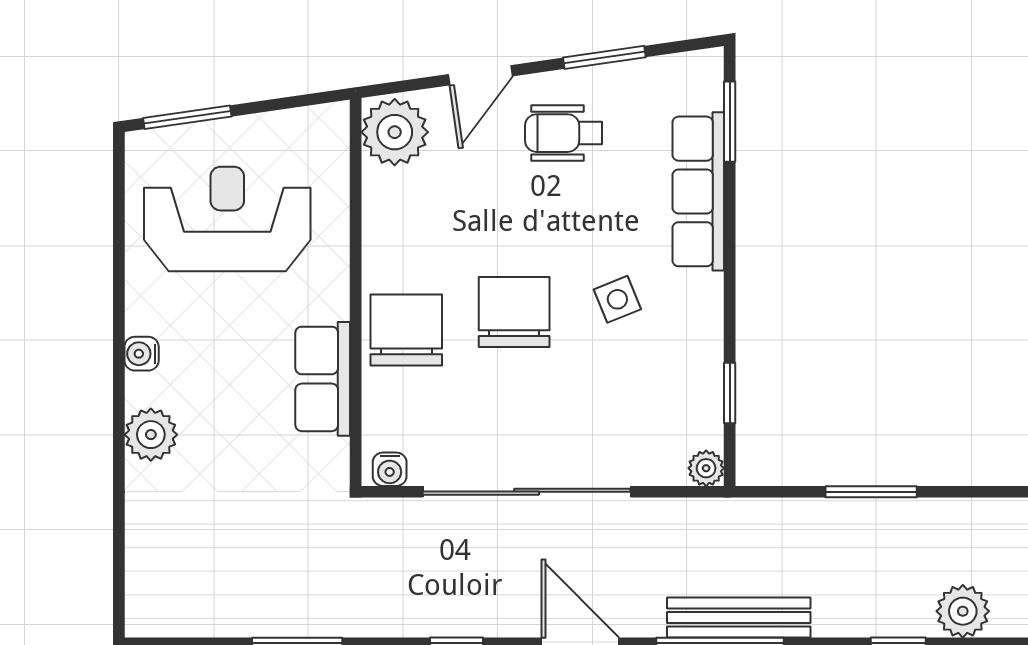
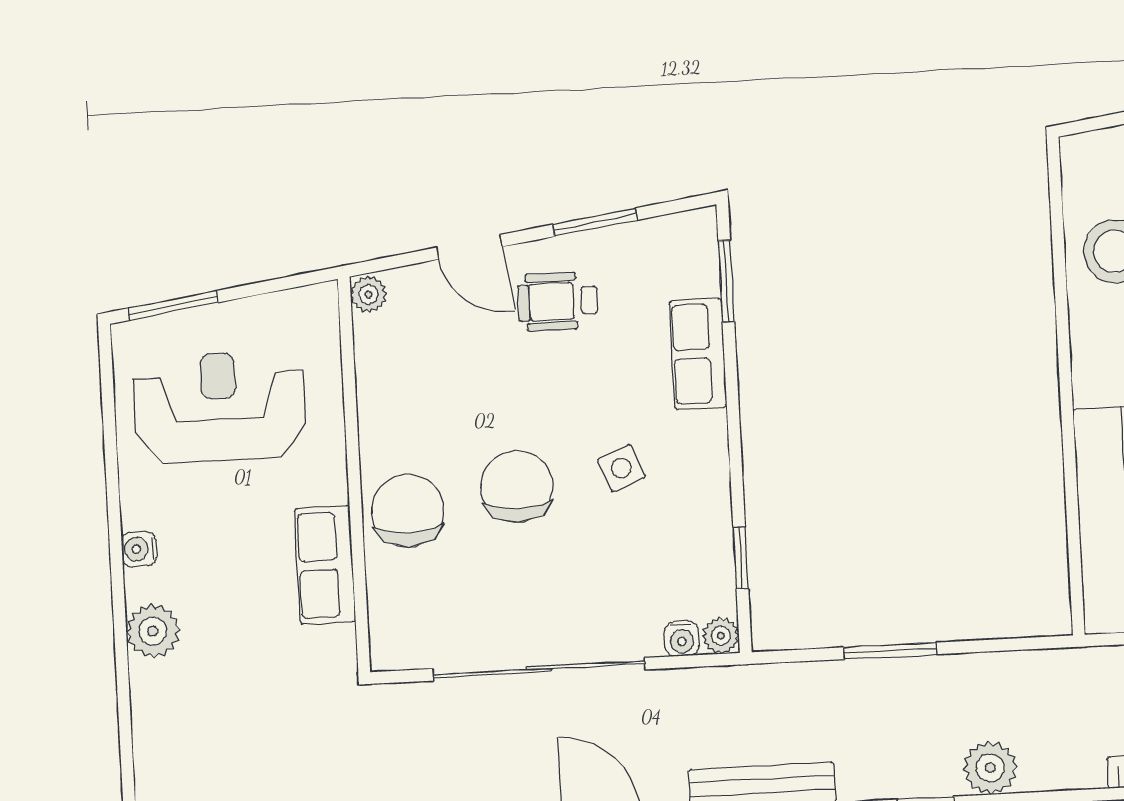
door: (480, 75) -> (470, 247), hinge flipped
plant: (395, 132) -> (369, 295), width x0.53, depth x0.53
row of seats: (698, 191) -> (698, 354), width x0.68
water cooler: (390, 469) -> (682, 639), moved

